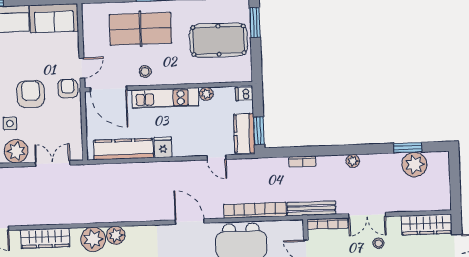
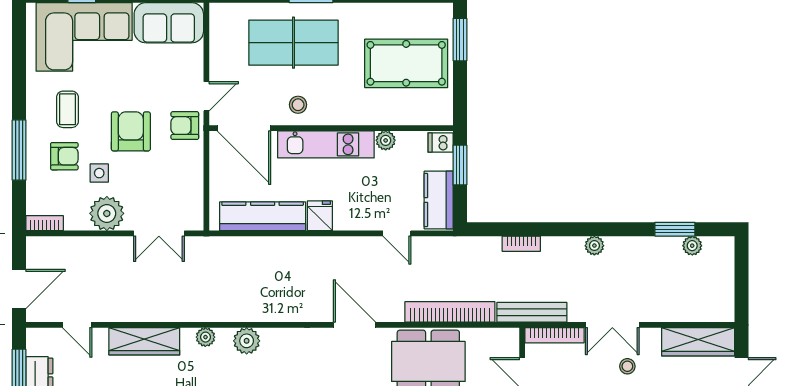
armchair: (68, 89) -> (185, 126), turned -90
window: (259, 131) -> (460, 165), moved
double door: (53, 163) -> (159, 233), swing flipped
plant: (415, 165) -> (692, 246), width x0.53, depth x0.53
plant: (93, 239) -> (205, 337), width x0.53, depth x0.53

